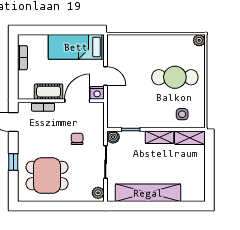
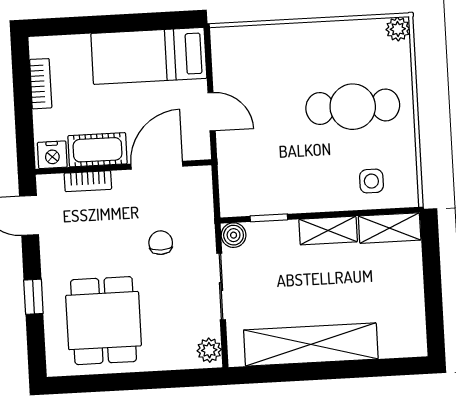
nightstand: (97, 93) -> (52, 155), moved
dining table: (47, 176) -> (104, 321), turned 90

